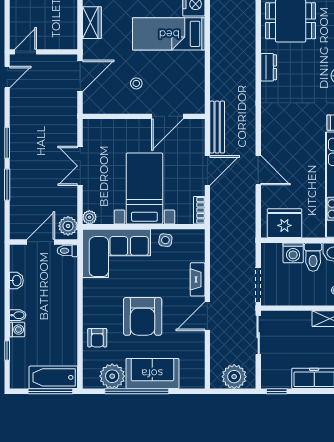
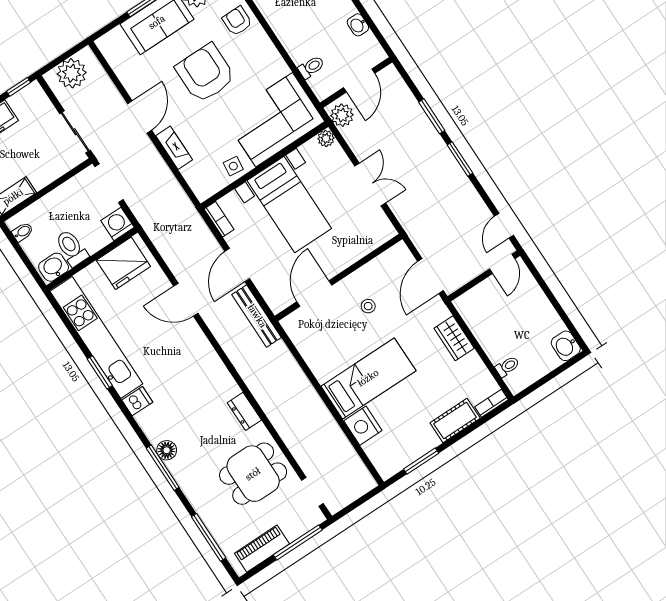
toilet: (67, 251) -> (311, 67), moved
washing machine: (293, 253) -> (117, 224), moved

